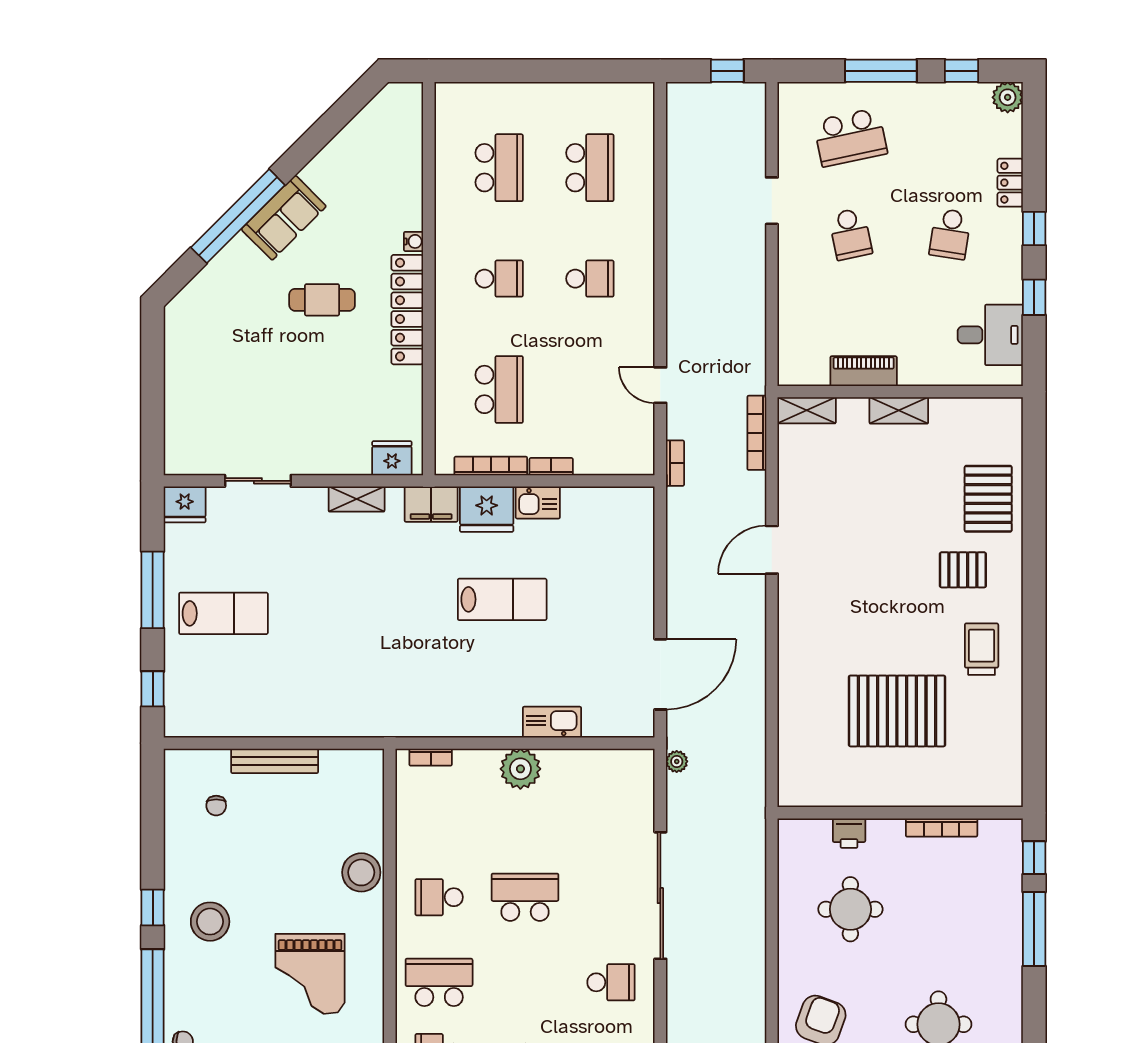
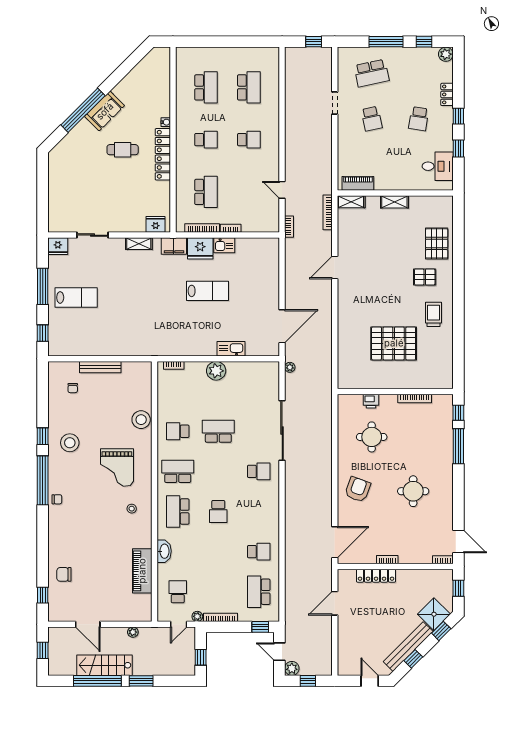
piano: (864, 371) -> (358, 183), moved

